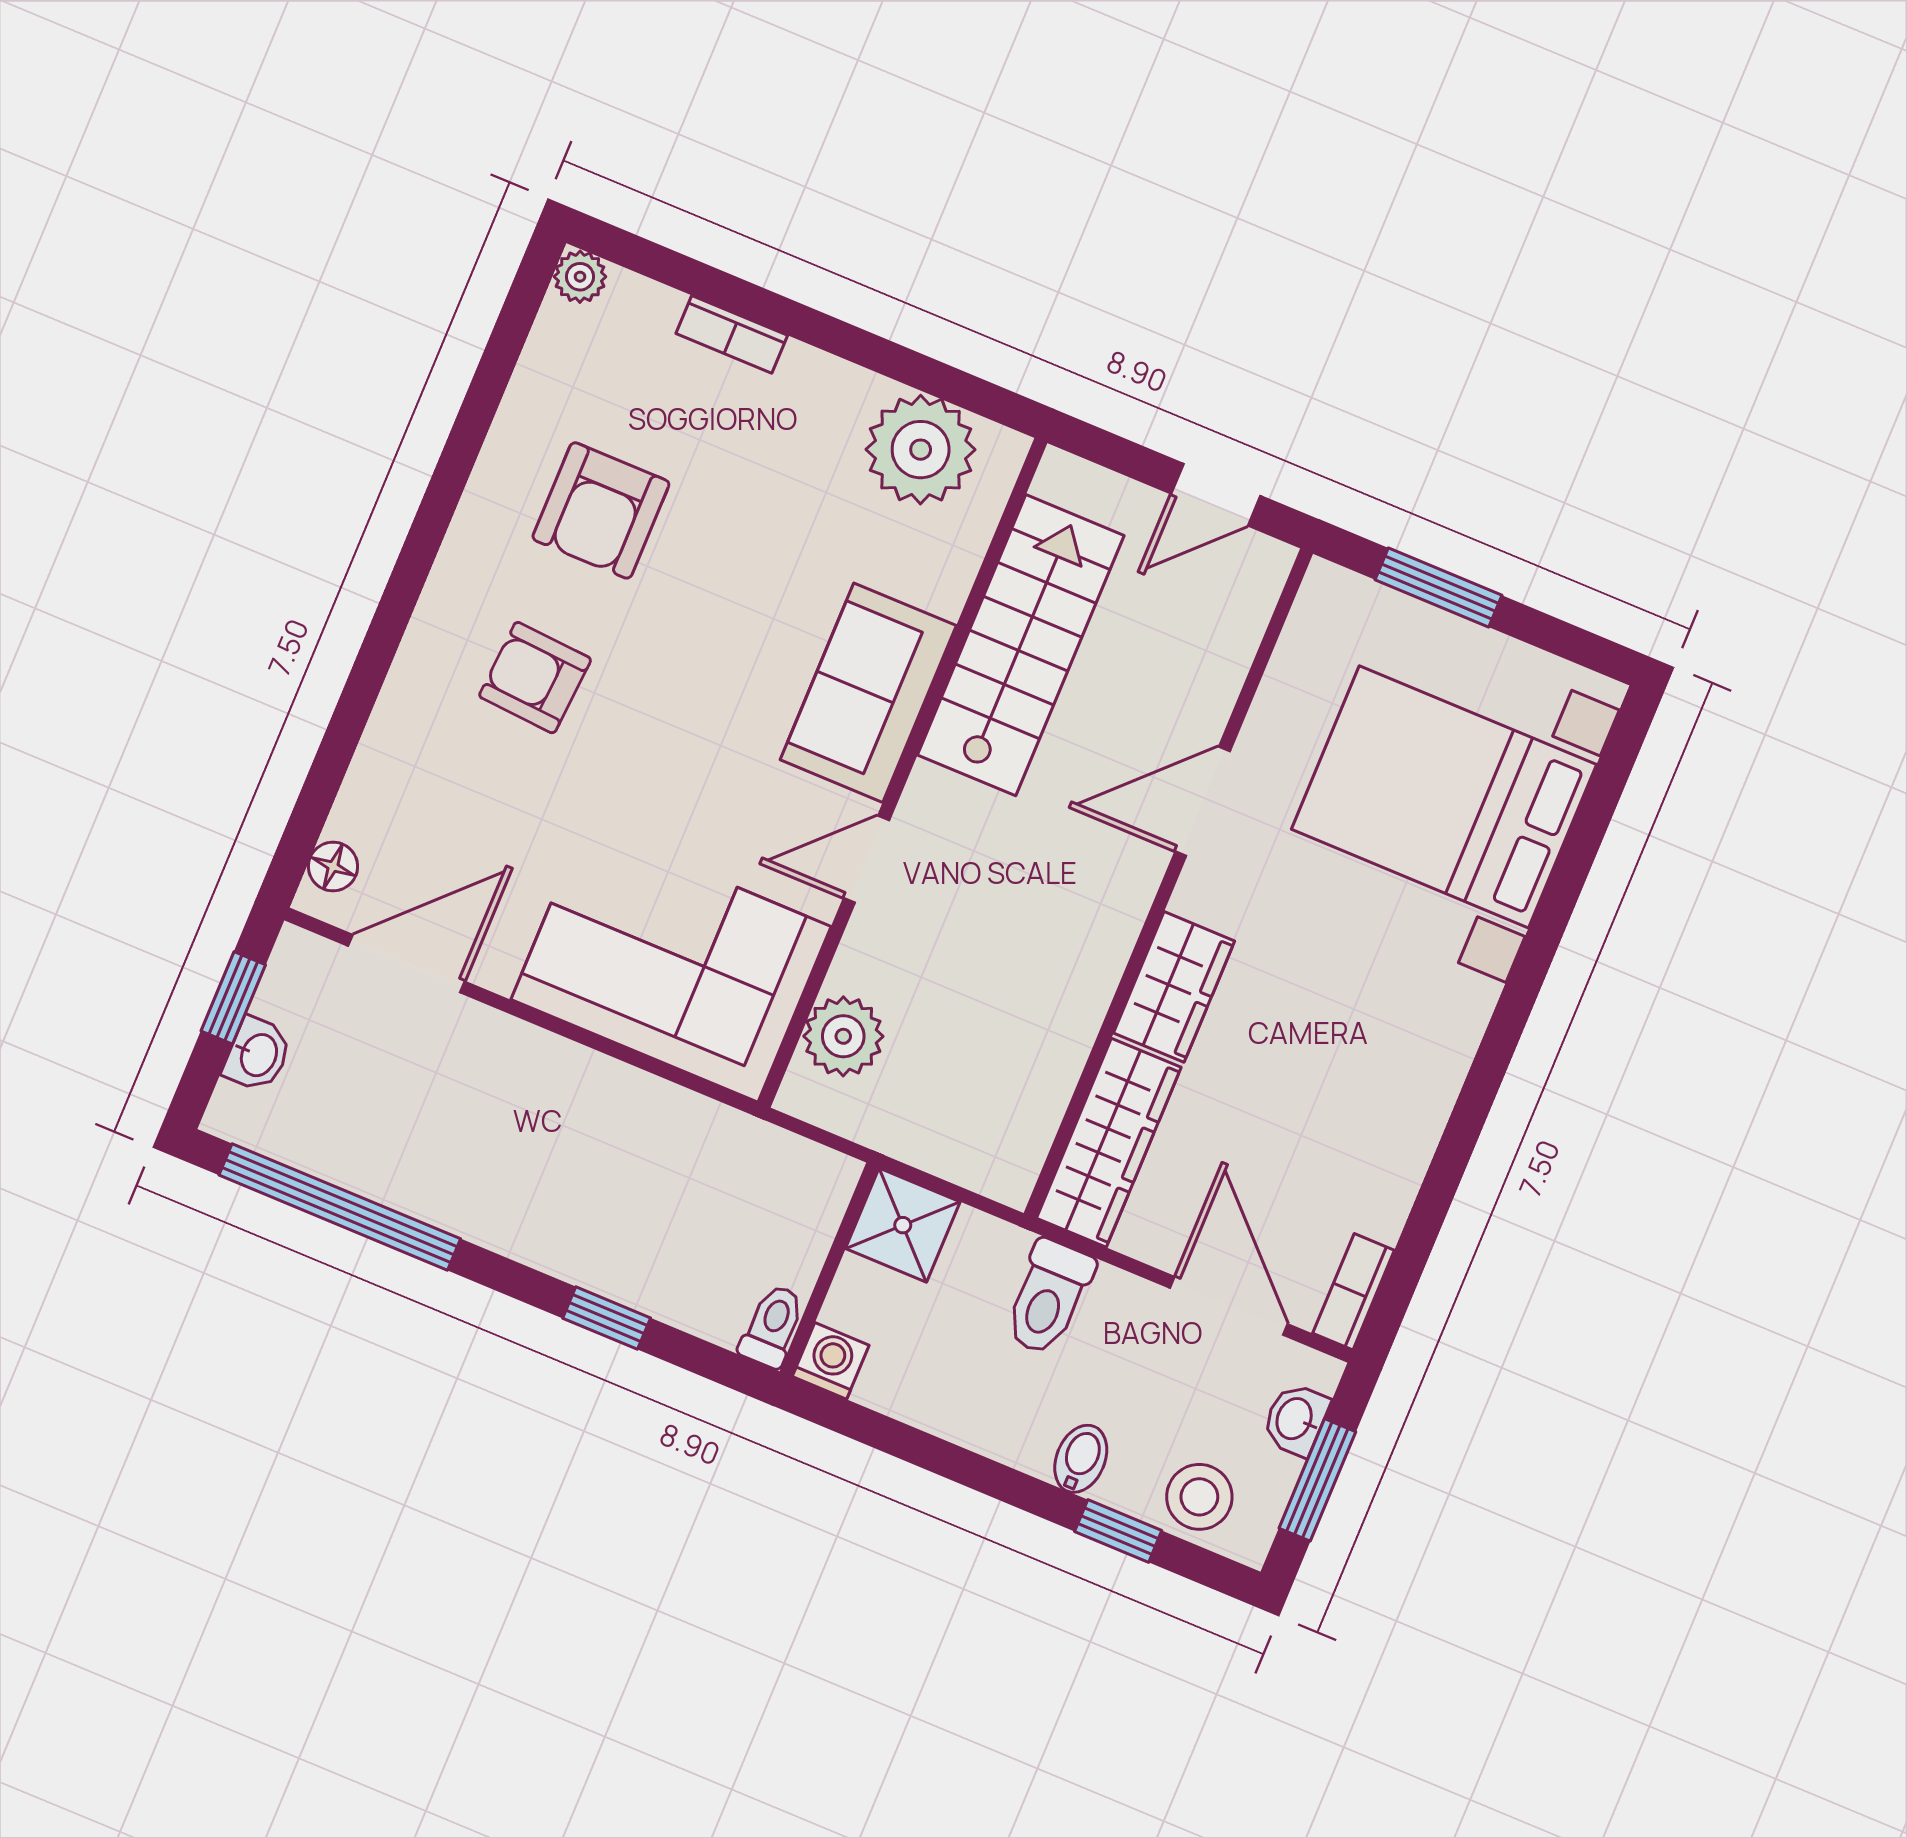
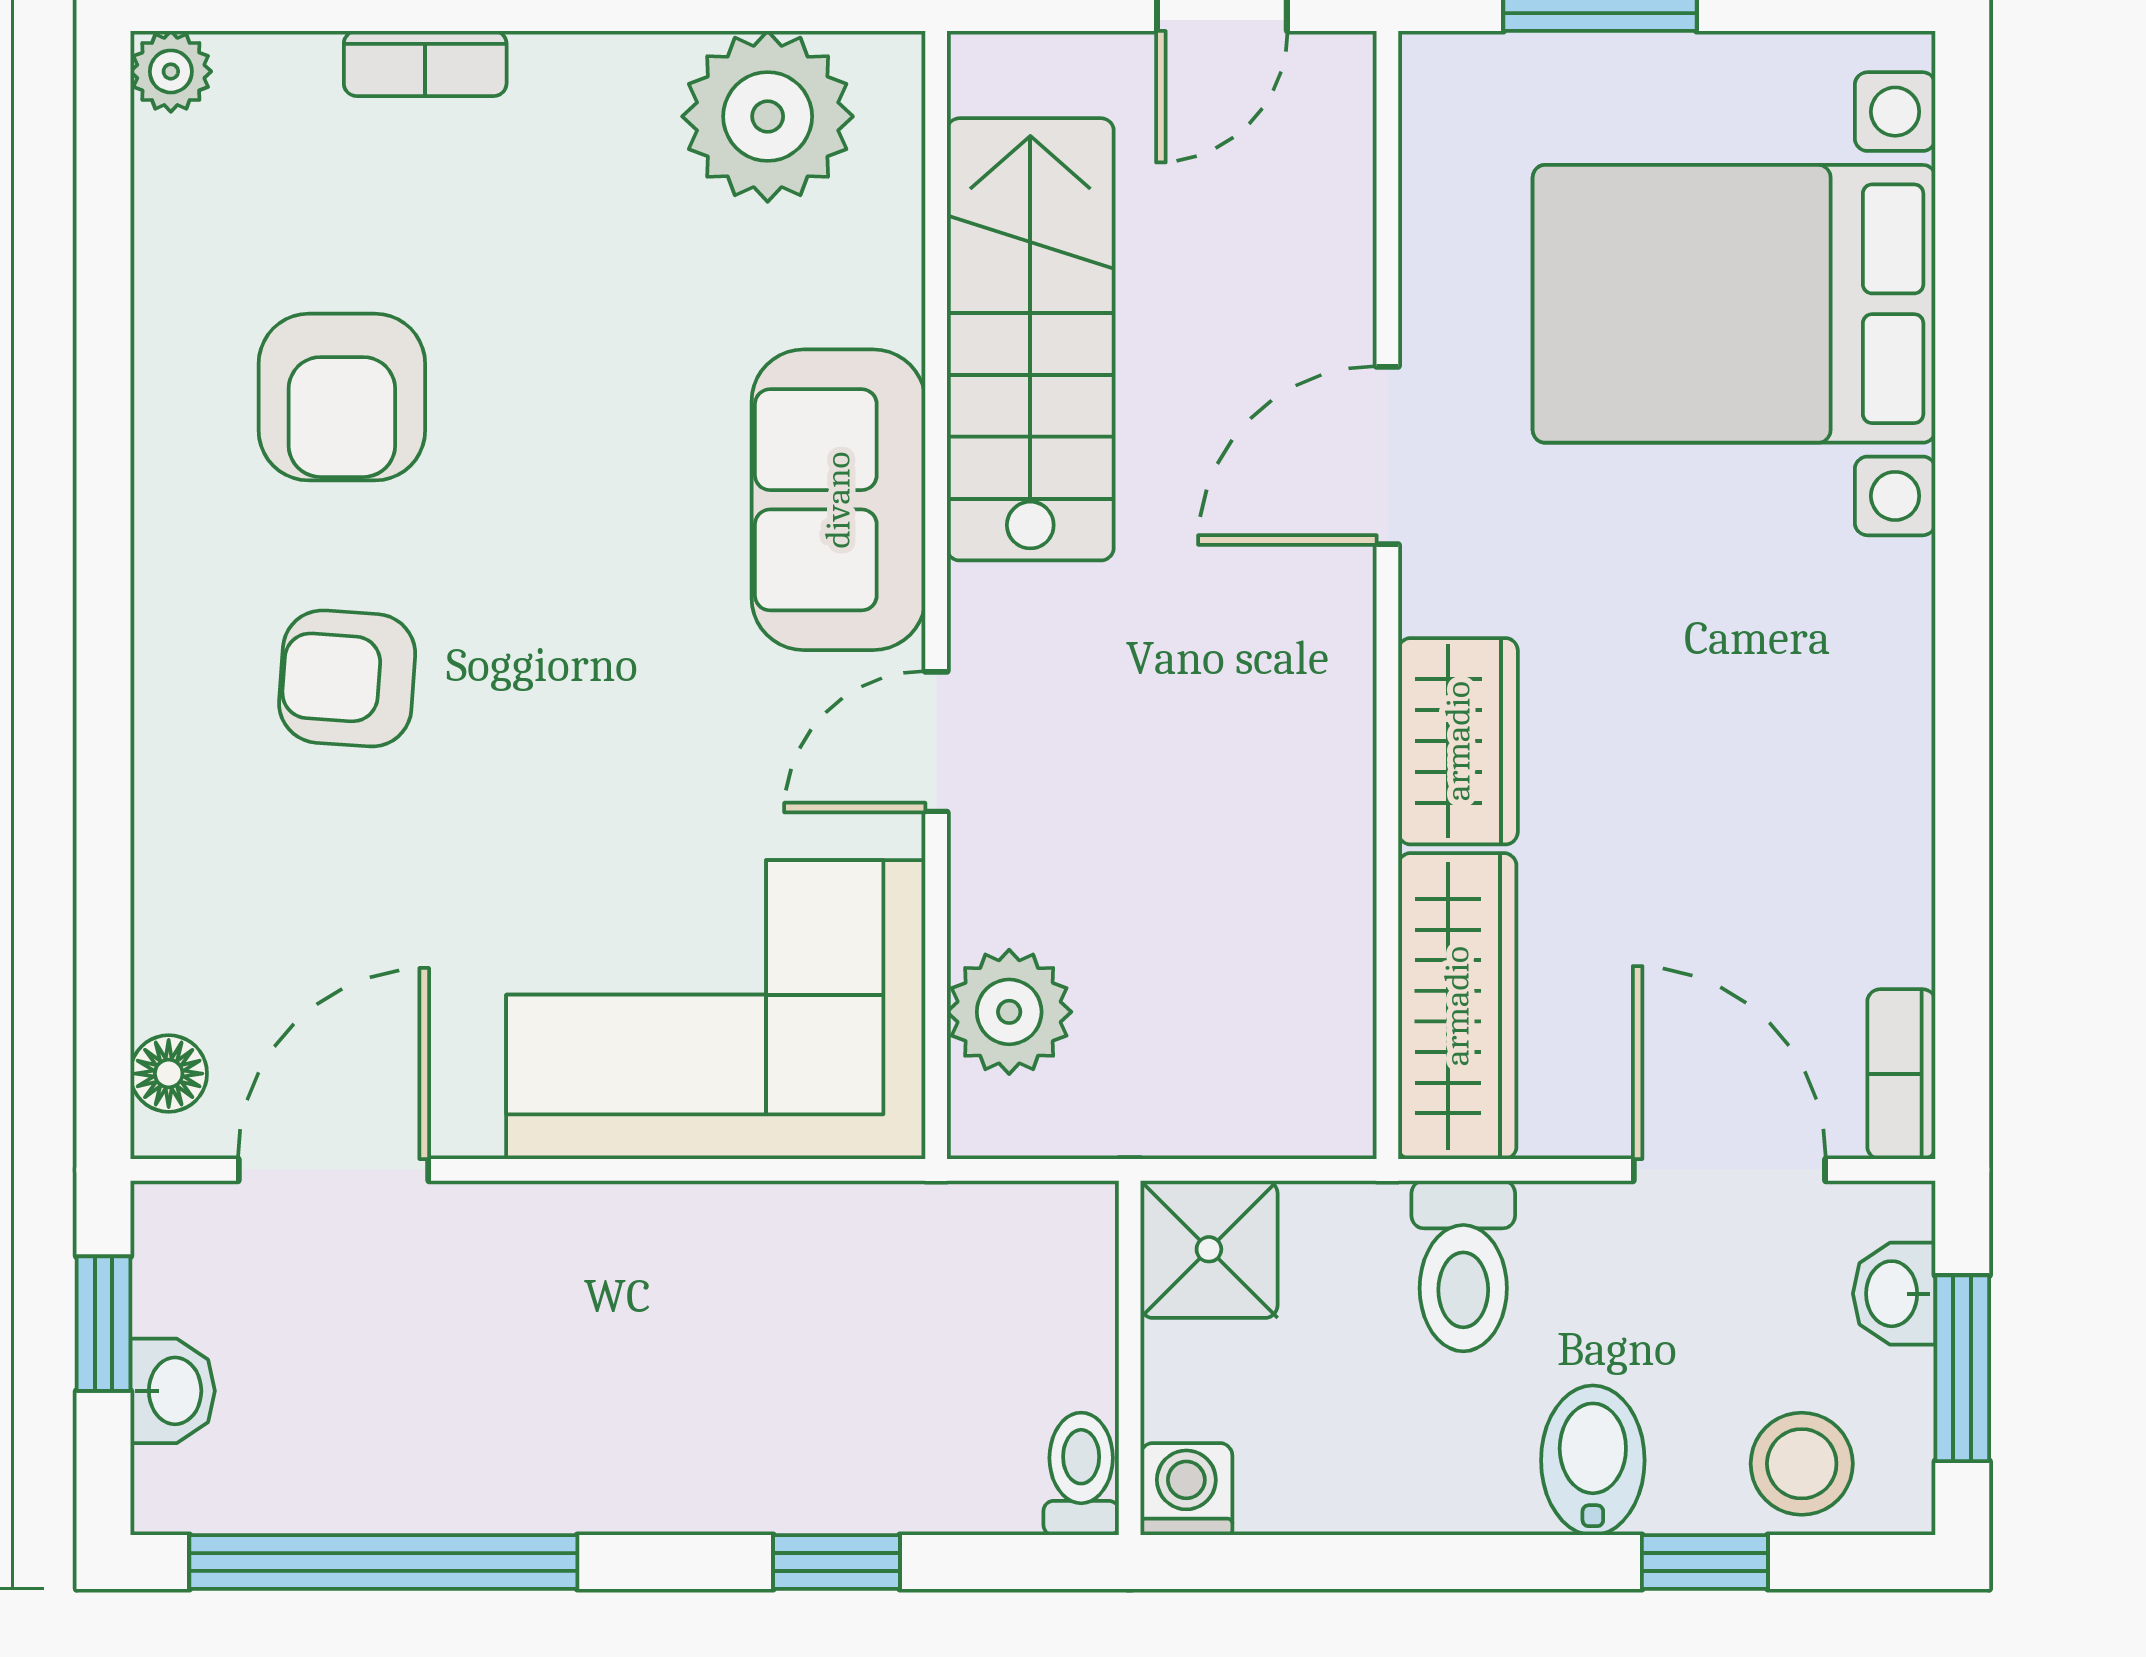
bidet: (1081, 1459) -> (1593, 1460), width x1.38, depth x1.36

